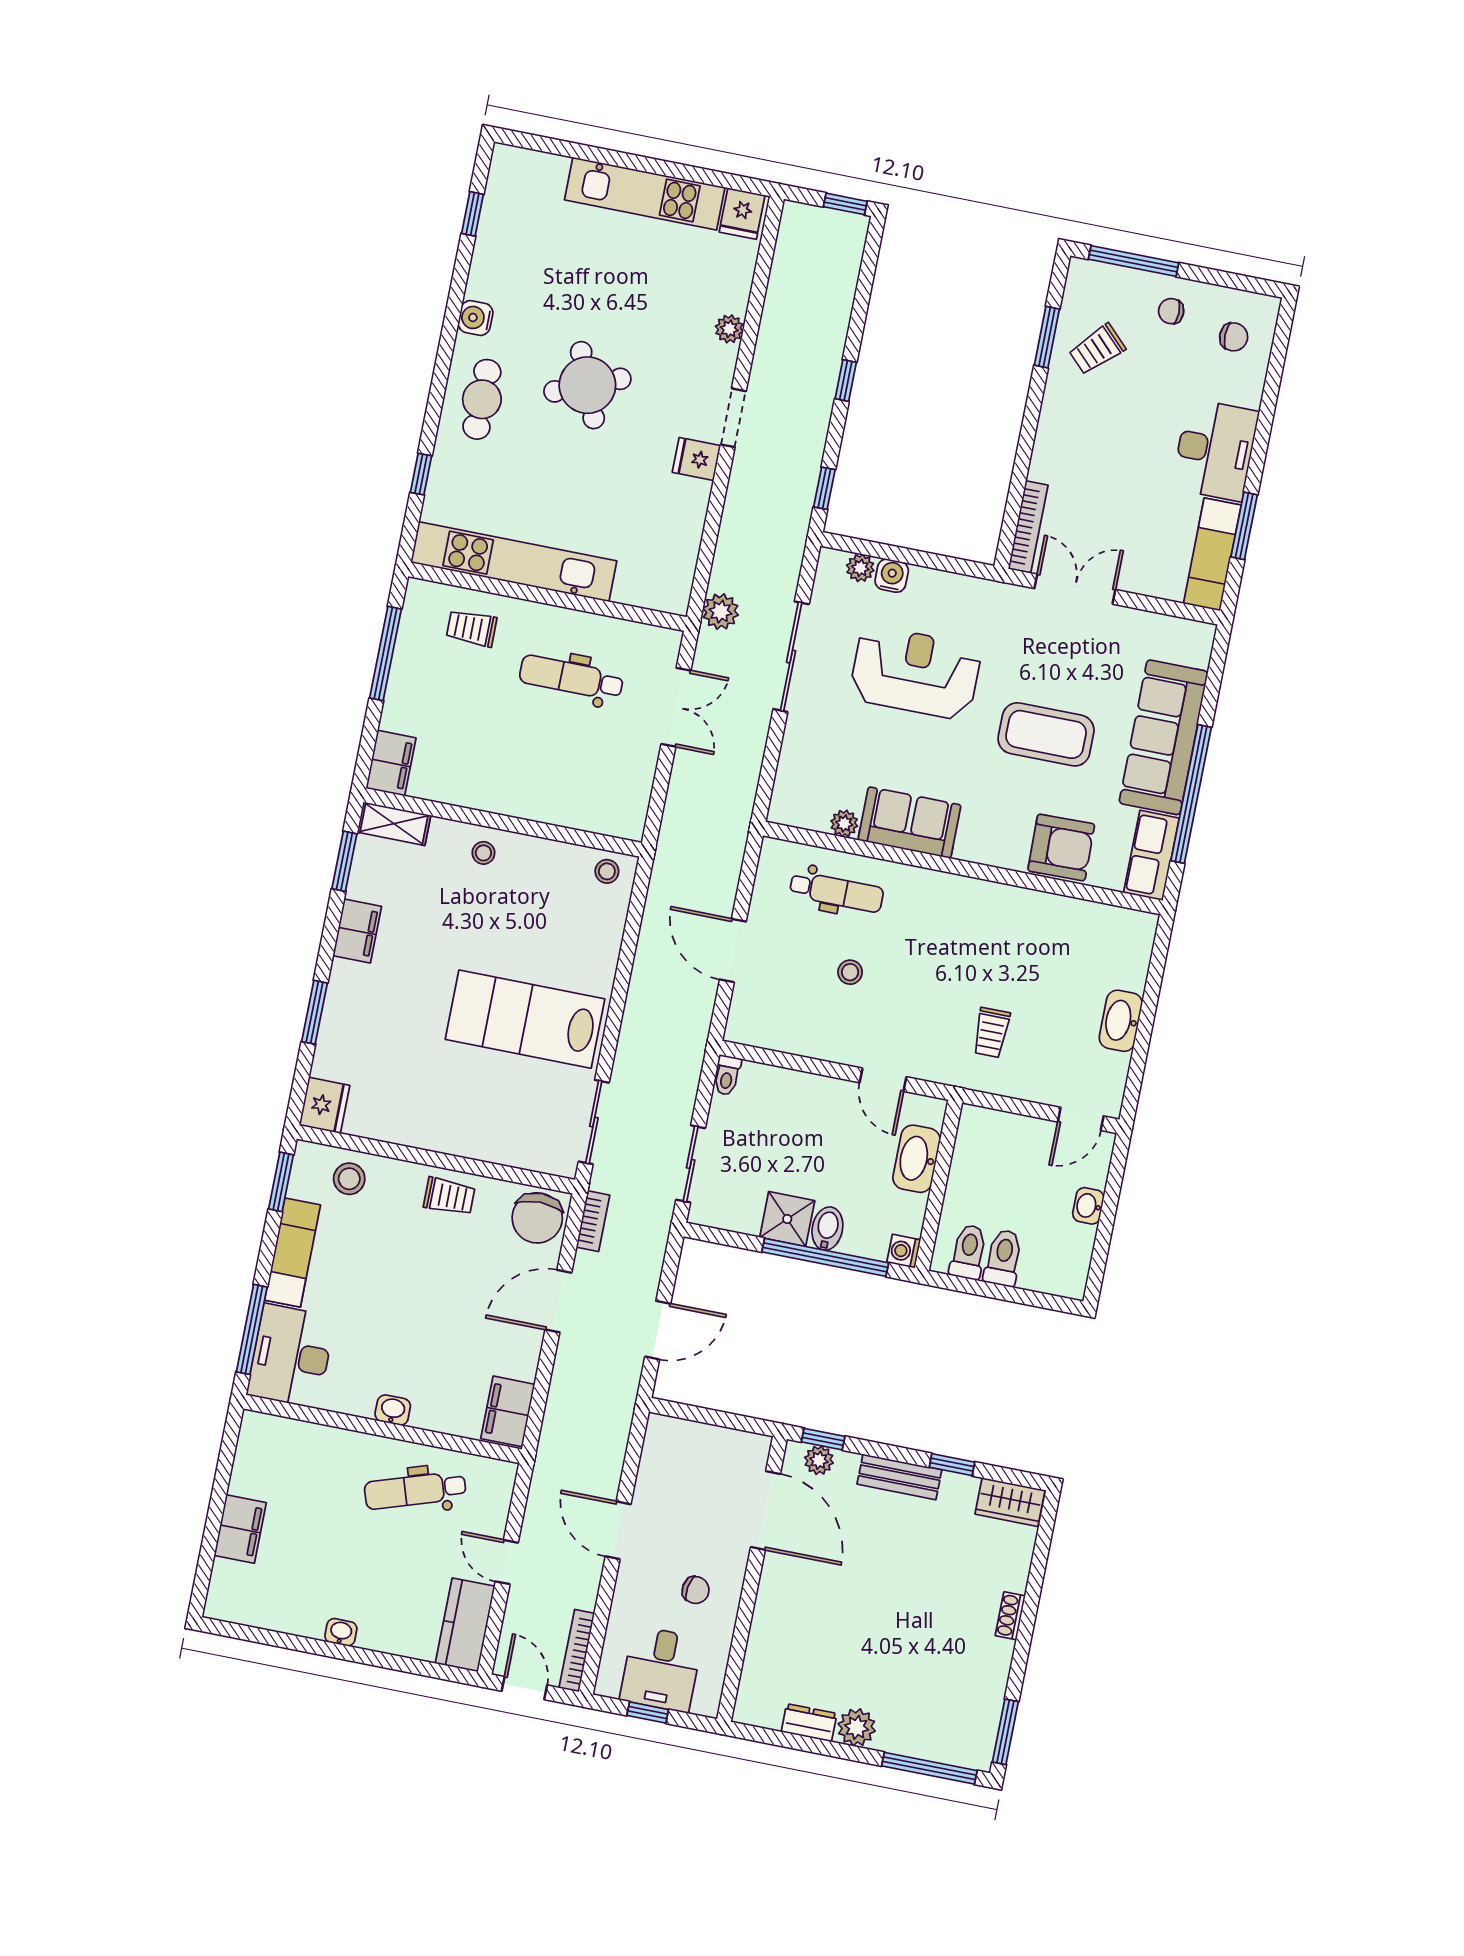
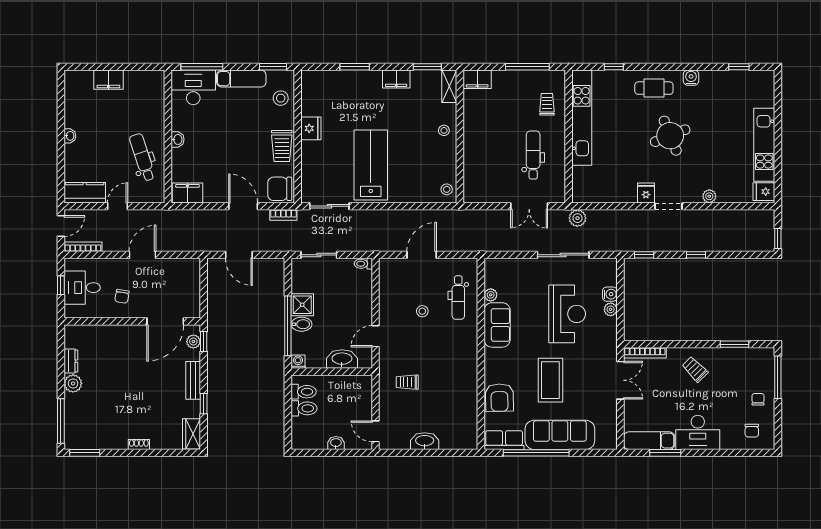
trolley: (1097, 349) -> (695, 369), moved
plant: (860, 568) -> (611, 309), moved
fridge: (325, 1105) -> (311, 128), moved, turned -90
trolley: (449, 1196) -> (282, 146), width x1.36, depth x1.39

